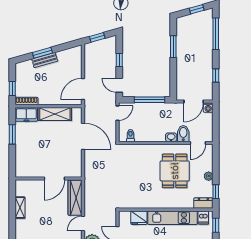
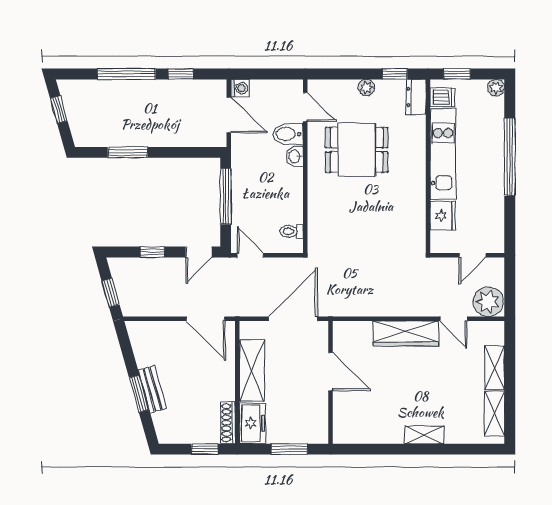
window: (216, 34) -> (126, 74), moved
wall: (48, 179) -> (331, 382), moved
door: (54, 179) -> (331, 372), moved

